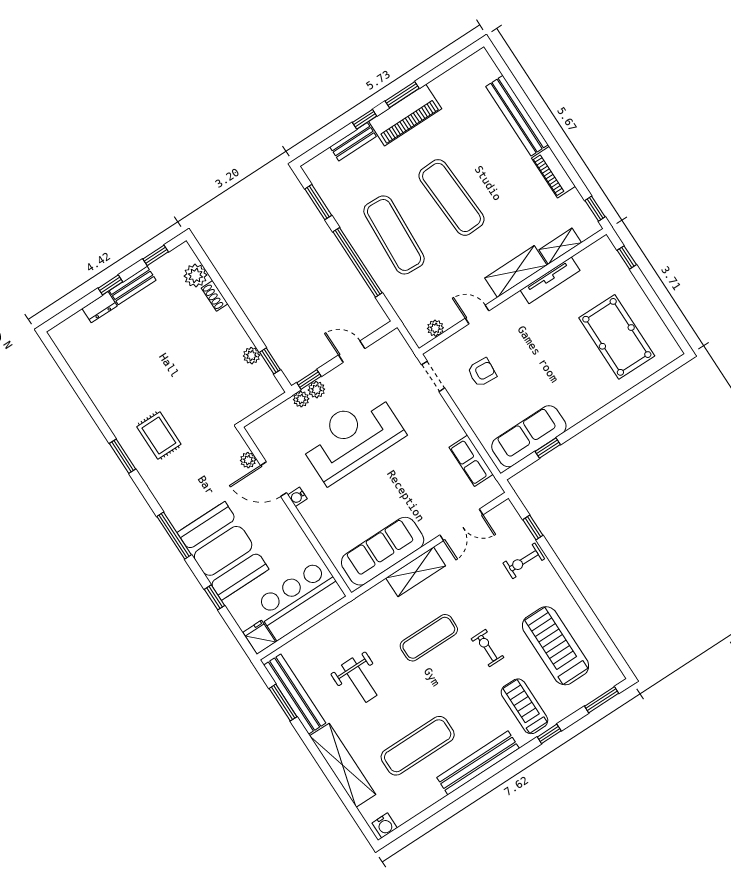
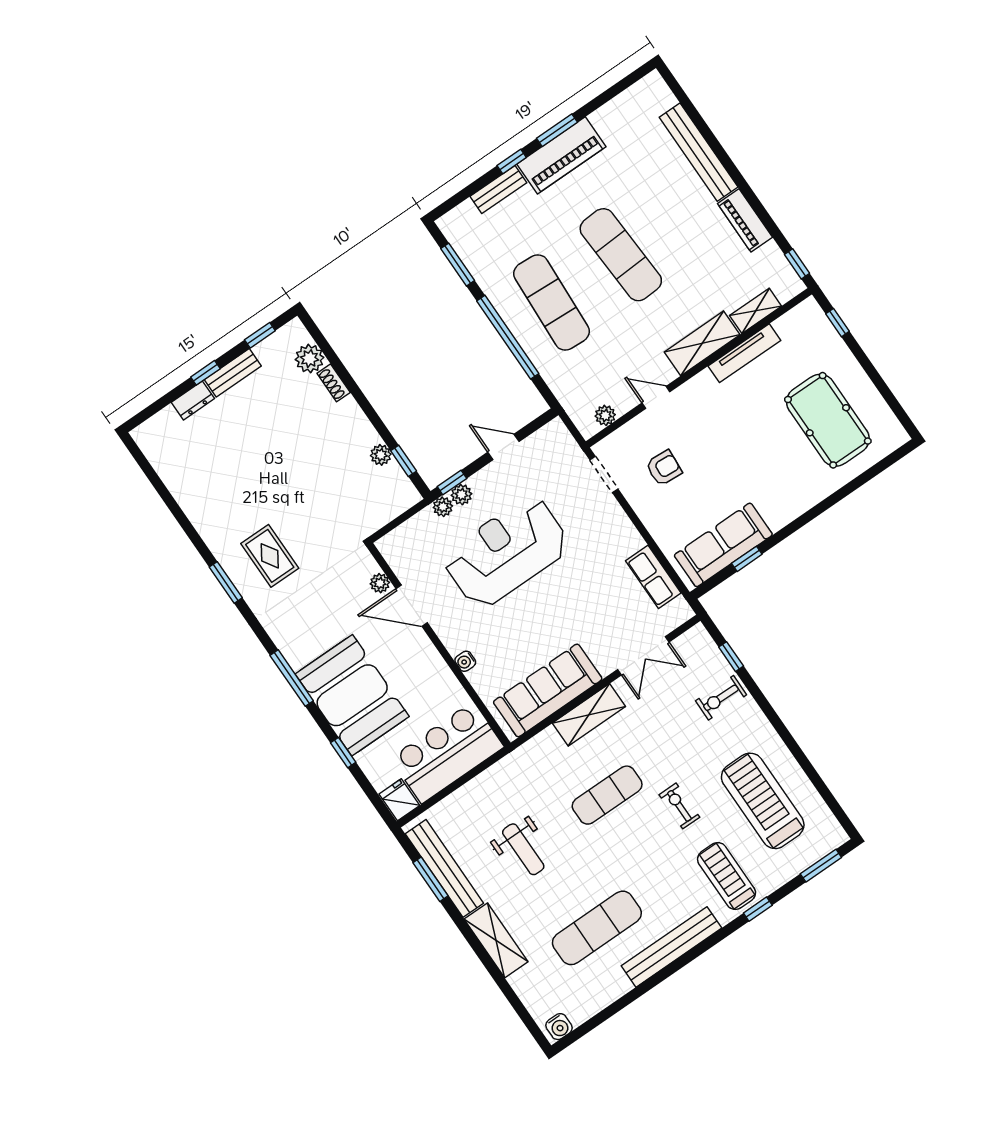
water cooler: (297, 497) -> (465, 661), moved
shelving: (343, 765) -> (496, 940), width x0.68

